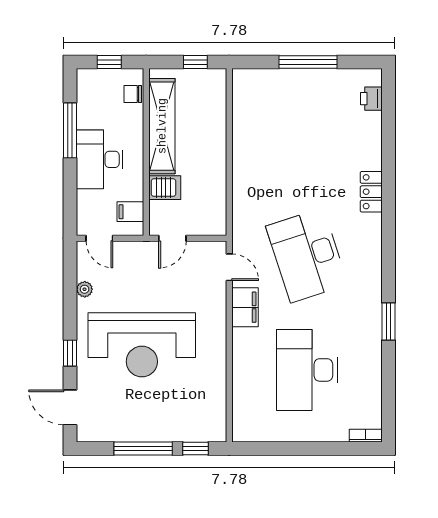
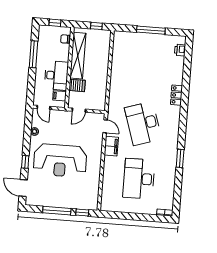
desk: (100, 159) -> (56, 76), moved, turned 180

